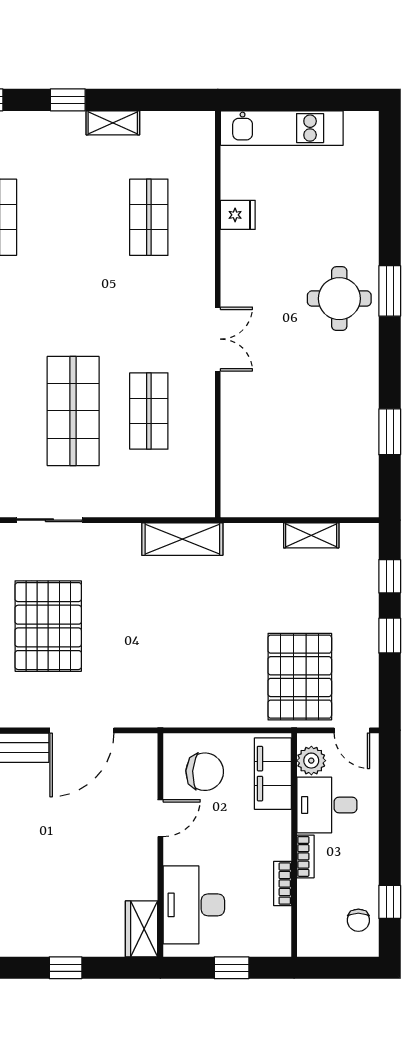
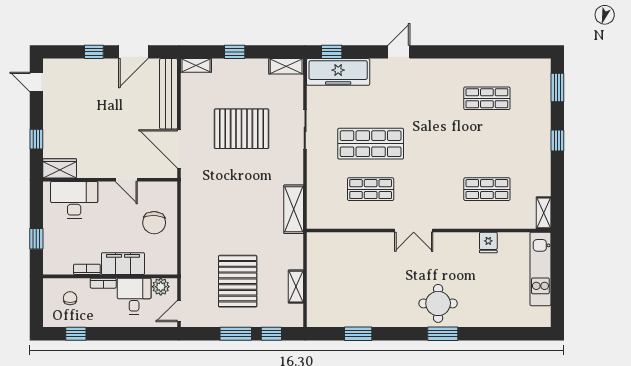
shelving: (113, 123) -> (544, 213), moved
window: (390, 636) -> (236, 334), width x1.50
pallet: (300, 677) -> (238, 281), moved, turned 90
filing cabinet: (273, 774) -> (123, 264), moved
door: (160, 818) -> (126, 180), moved
wall: (160, 845) -> (110, 180), moved
desk: (194, 905) -> (74, 200), moved
chair: (358, 920) -> (70, 298), moved, turned 90
wardrobe: (142, 929) -> (60, 168), moved

